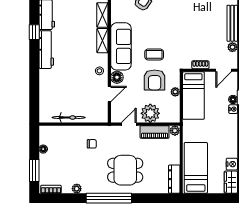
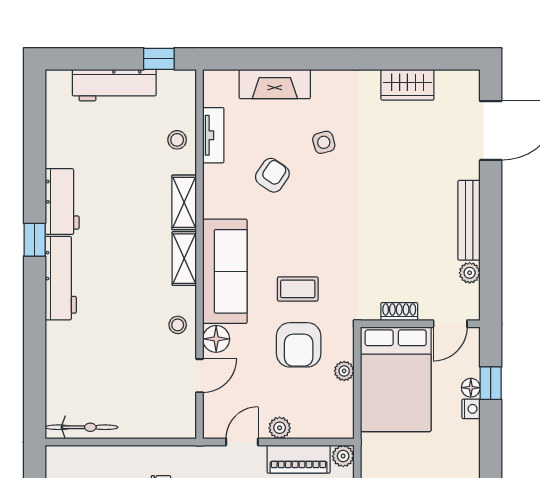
bed: (193, 96) -> (396, 379), width x1.50
plant: (150, 113) -> (280, 428), width x0.53, depth x0.53
bicycle: (69, 117) -> (82, 427), moved

